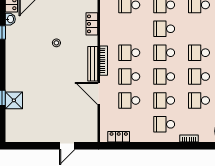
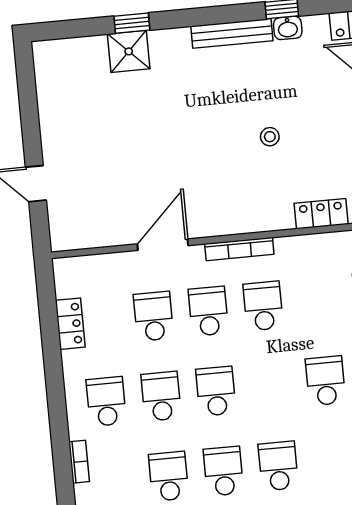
washbasin: (10, 19) -> (288, 28), moved
school desk: (164, 53) -> (271, 386), removed
bench: (93, 64) -> (232, 33), moved
locker: (119, 137) -> (70, 324), moved

